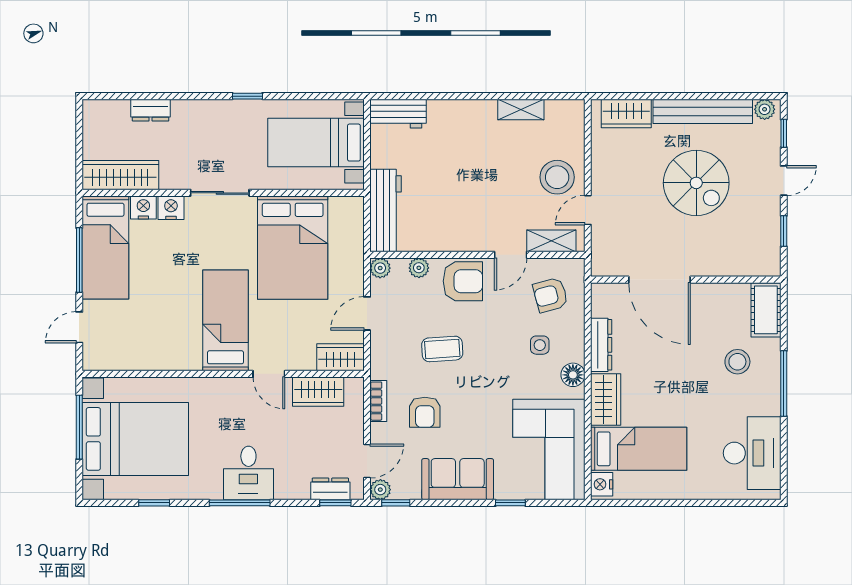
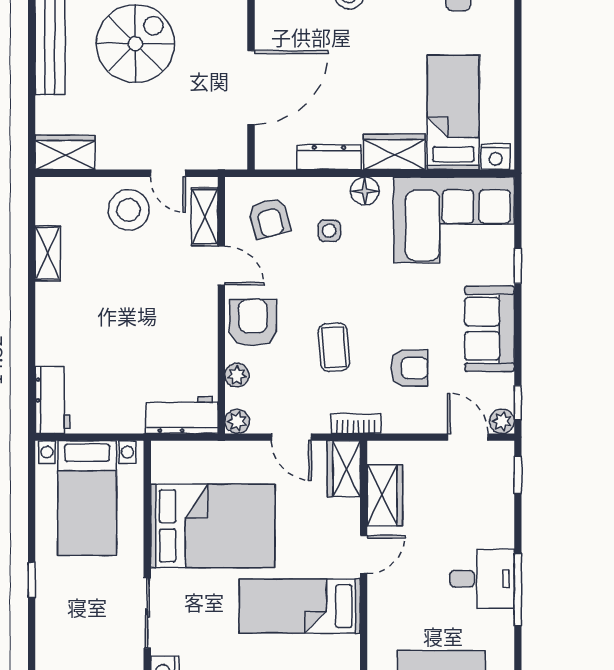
wardrobe: (626, 113) -> (65, 152), moved, turned -90
workbench: (386, 210) -> (182, 415), width x0.73
bookcase: (378, 401) -> (356, 424), moved
dresser: (330, 489) -> (501, 481), removed

